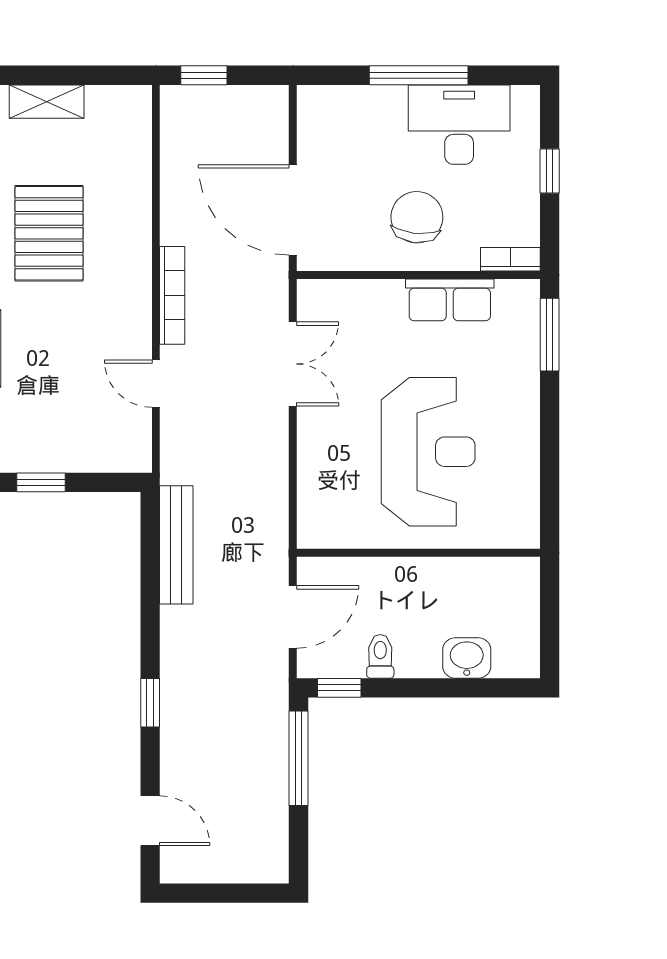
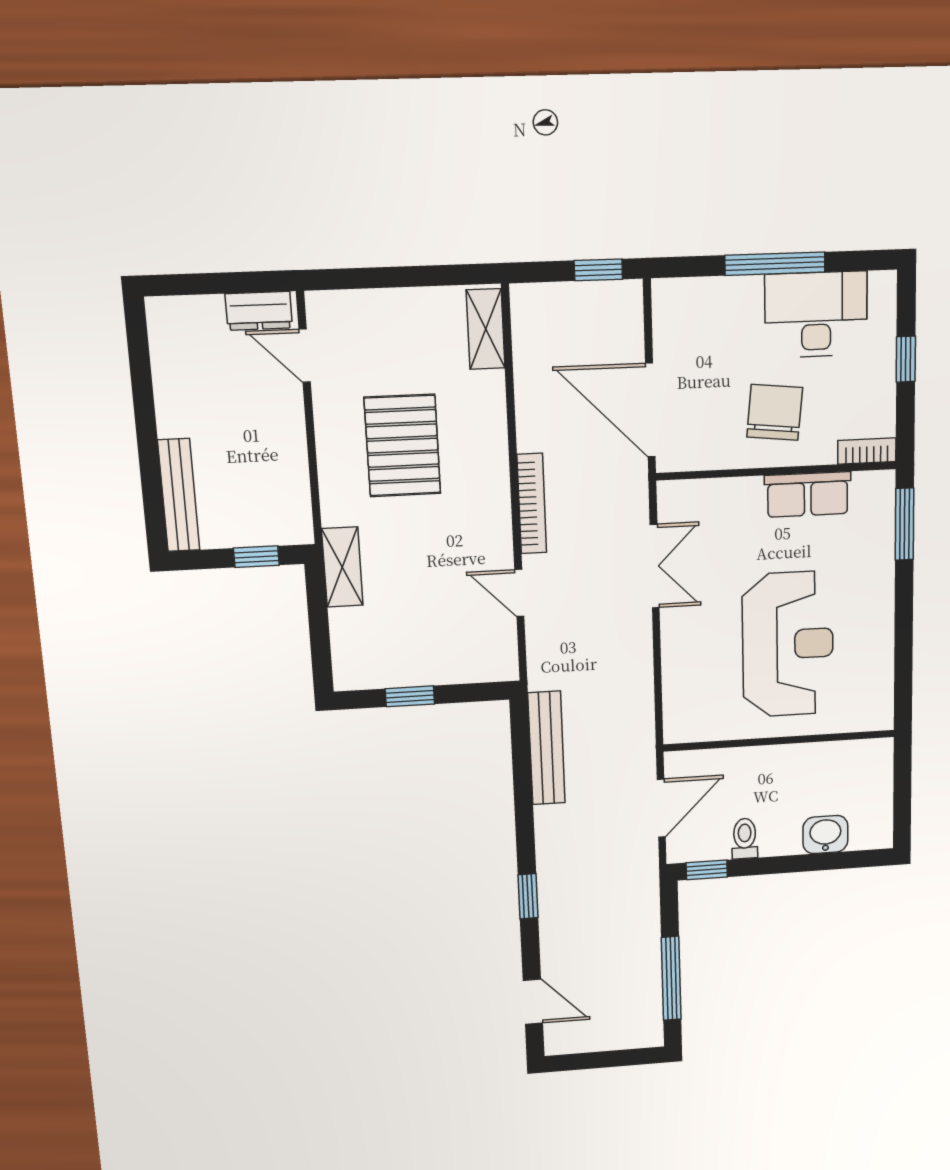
window: (204, 75) -> (598, 270), moved
shelving: (47, 102) -> (486, 329), moved, turned 90
window: (299, 758) -> (671, 978), moved

